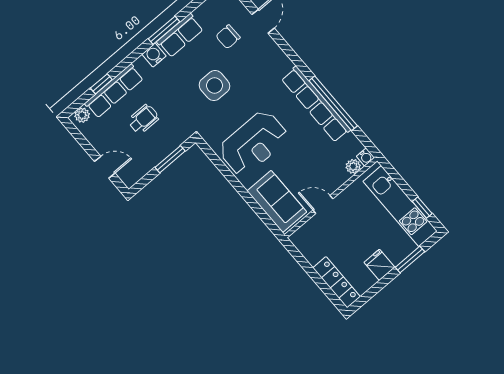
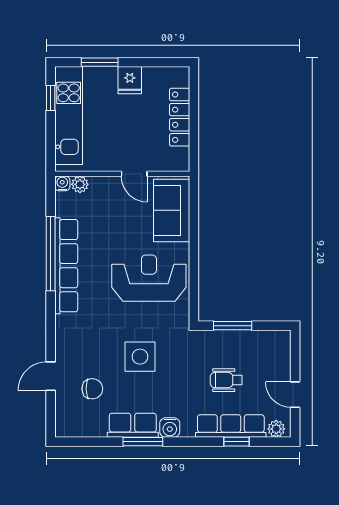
door: (105, 167) -> (295, 395), moved
locker: (337, 282) -> (180, 117), moved

